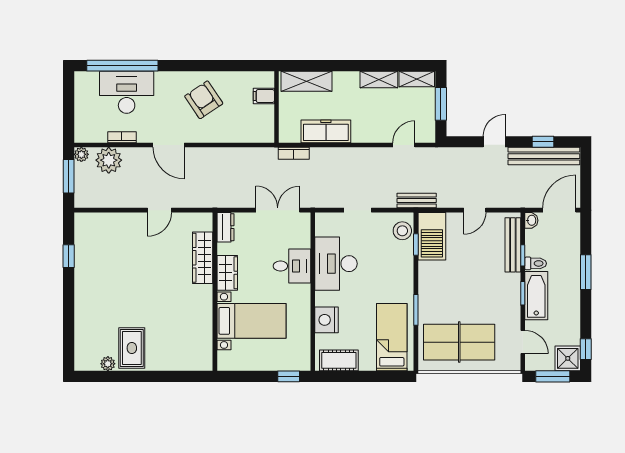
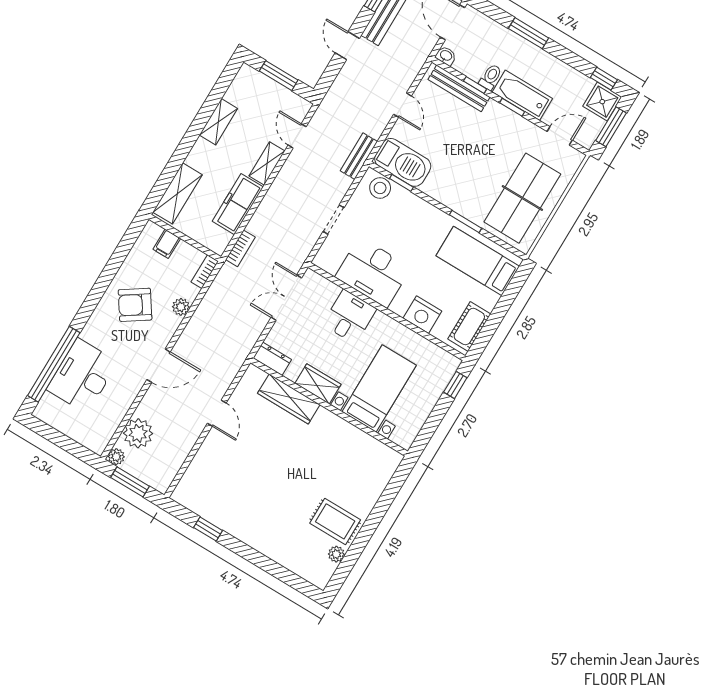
shelving: (417, 79) -> (267, 164), moved
plant: (223, 135) -> (181, 307), added
bookcase: (122, 137) -> (205, 272), moved

